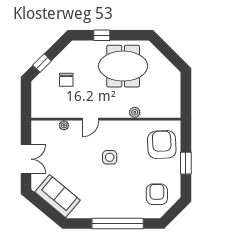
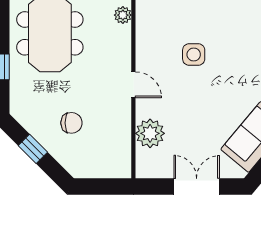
window: (42, 63) -> (33, 149), moved
plant: (64, 125) -> (150, 133), width x1.87, depth x1.87

